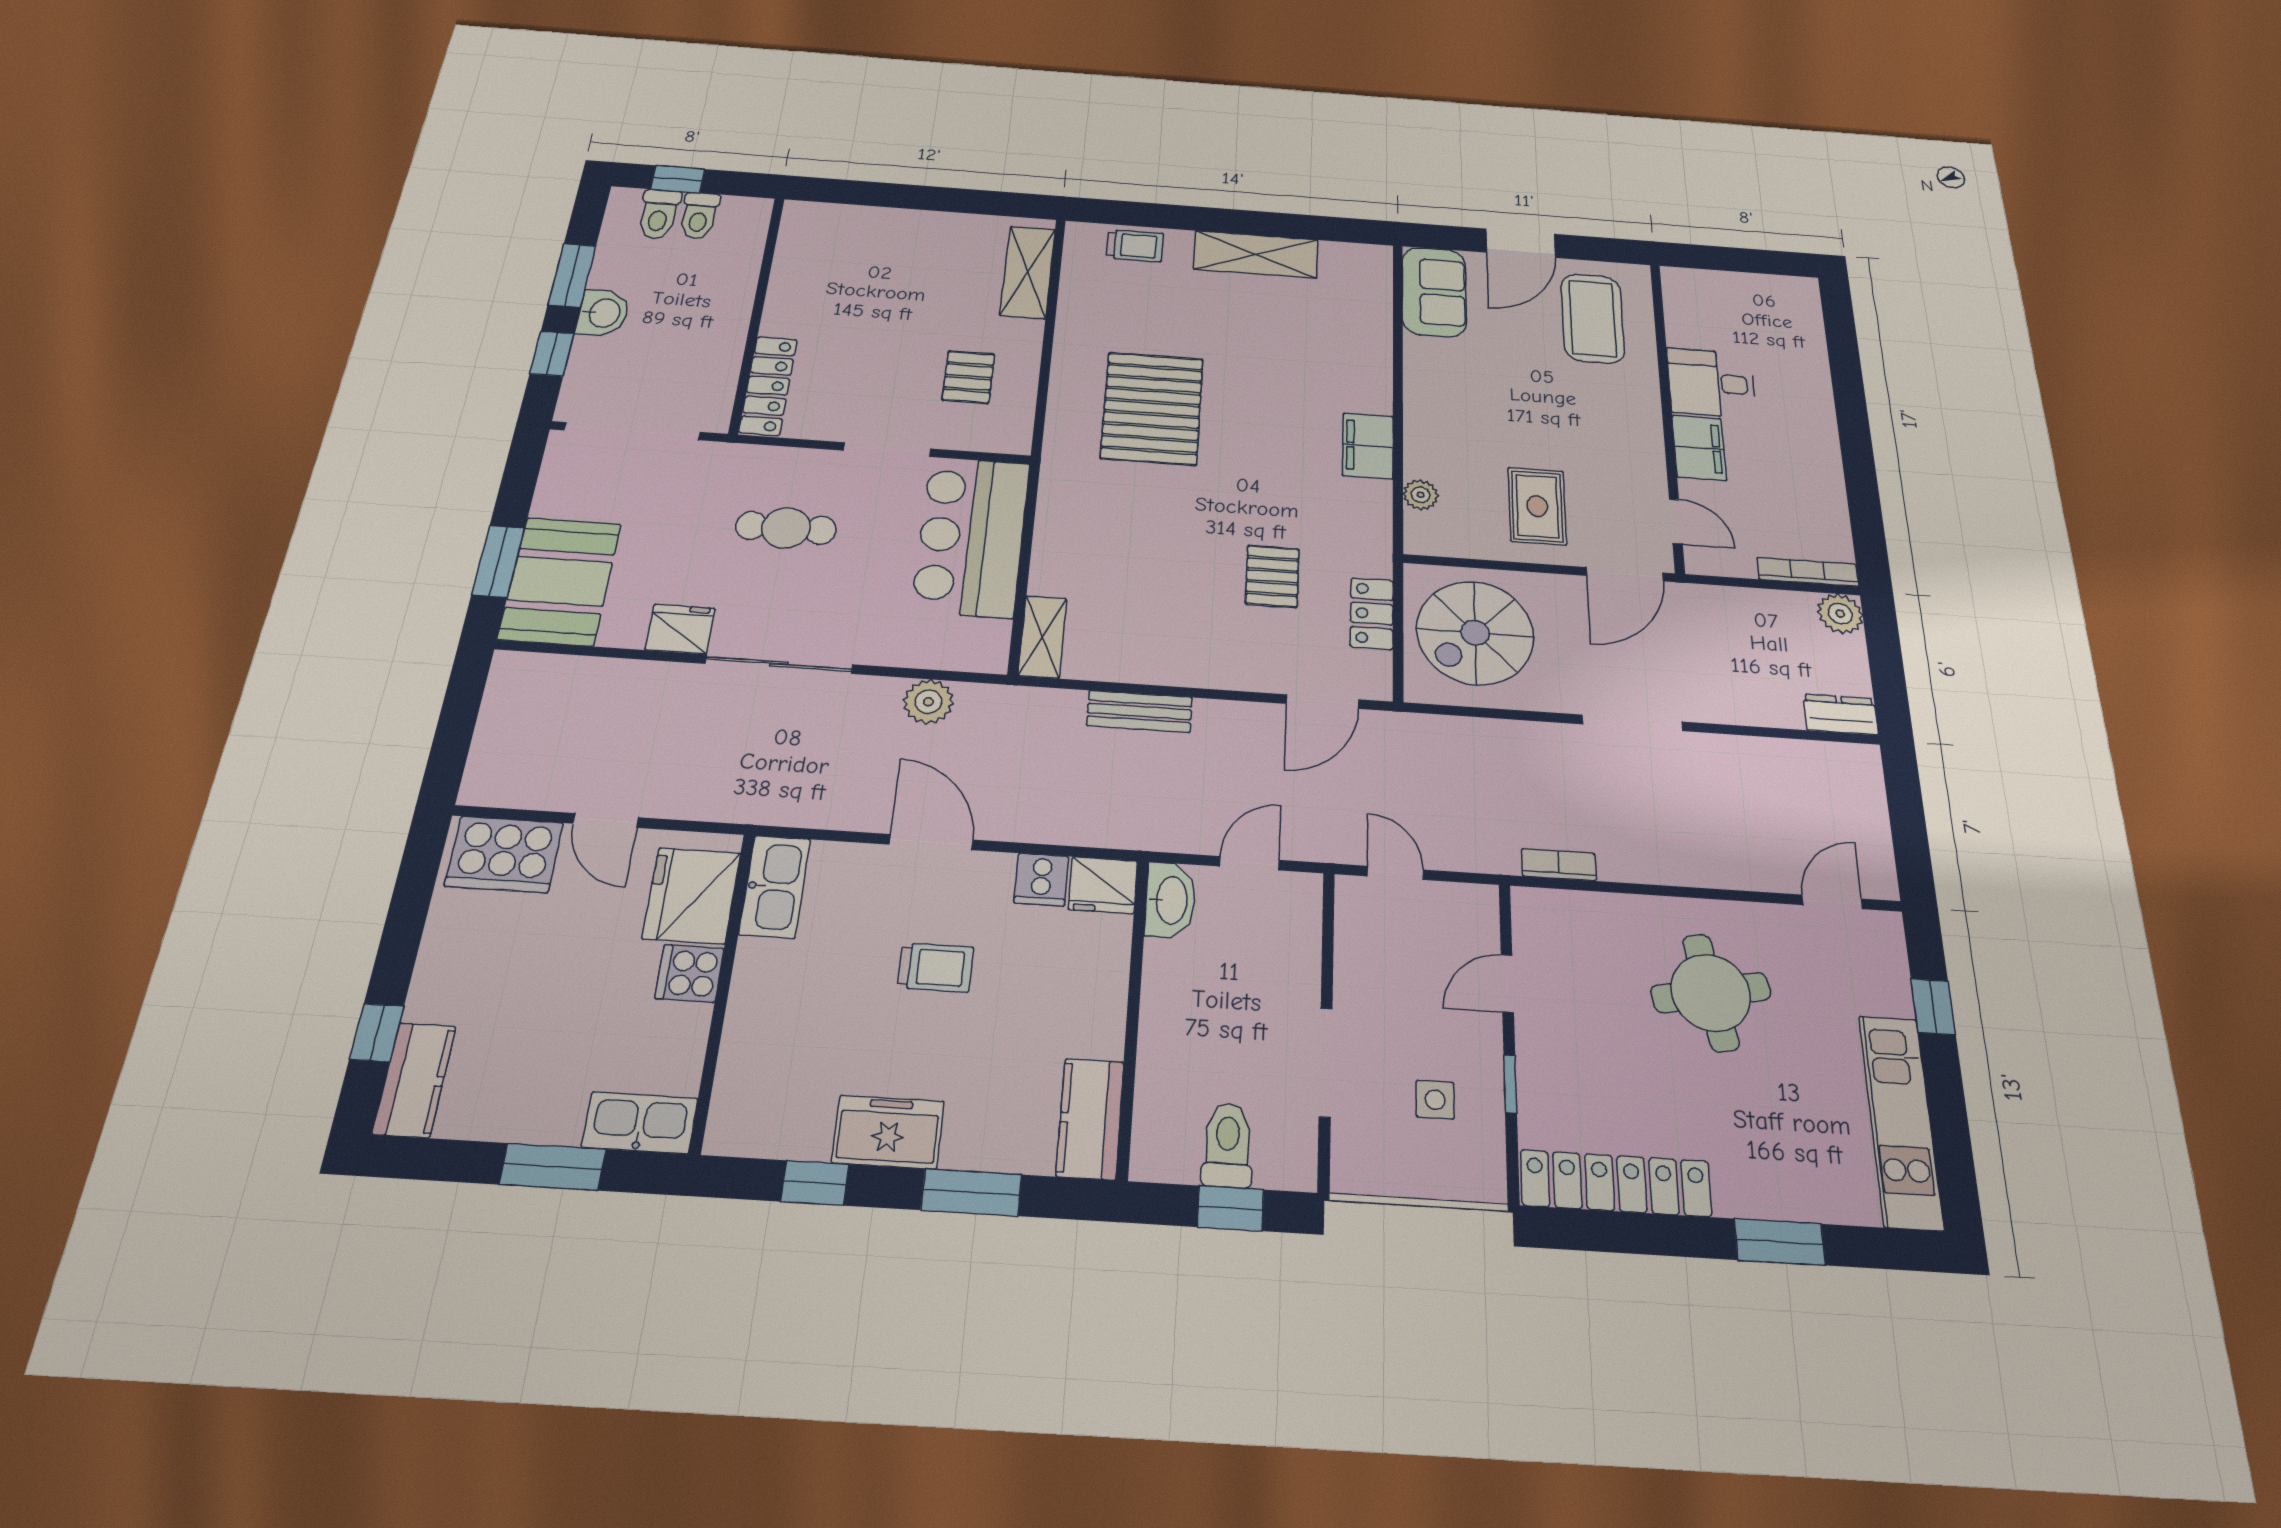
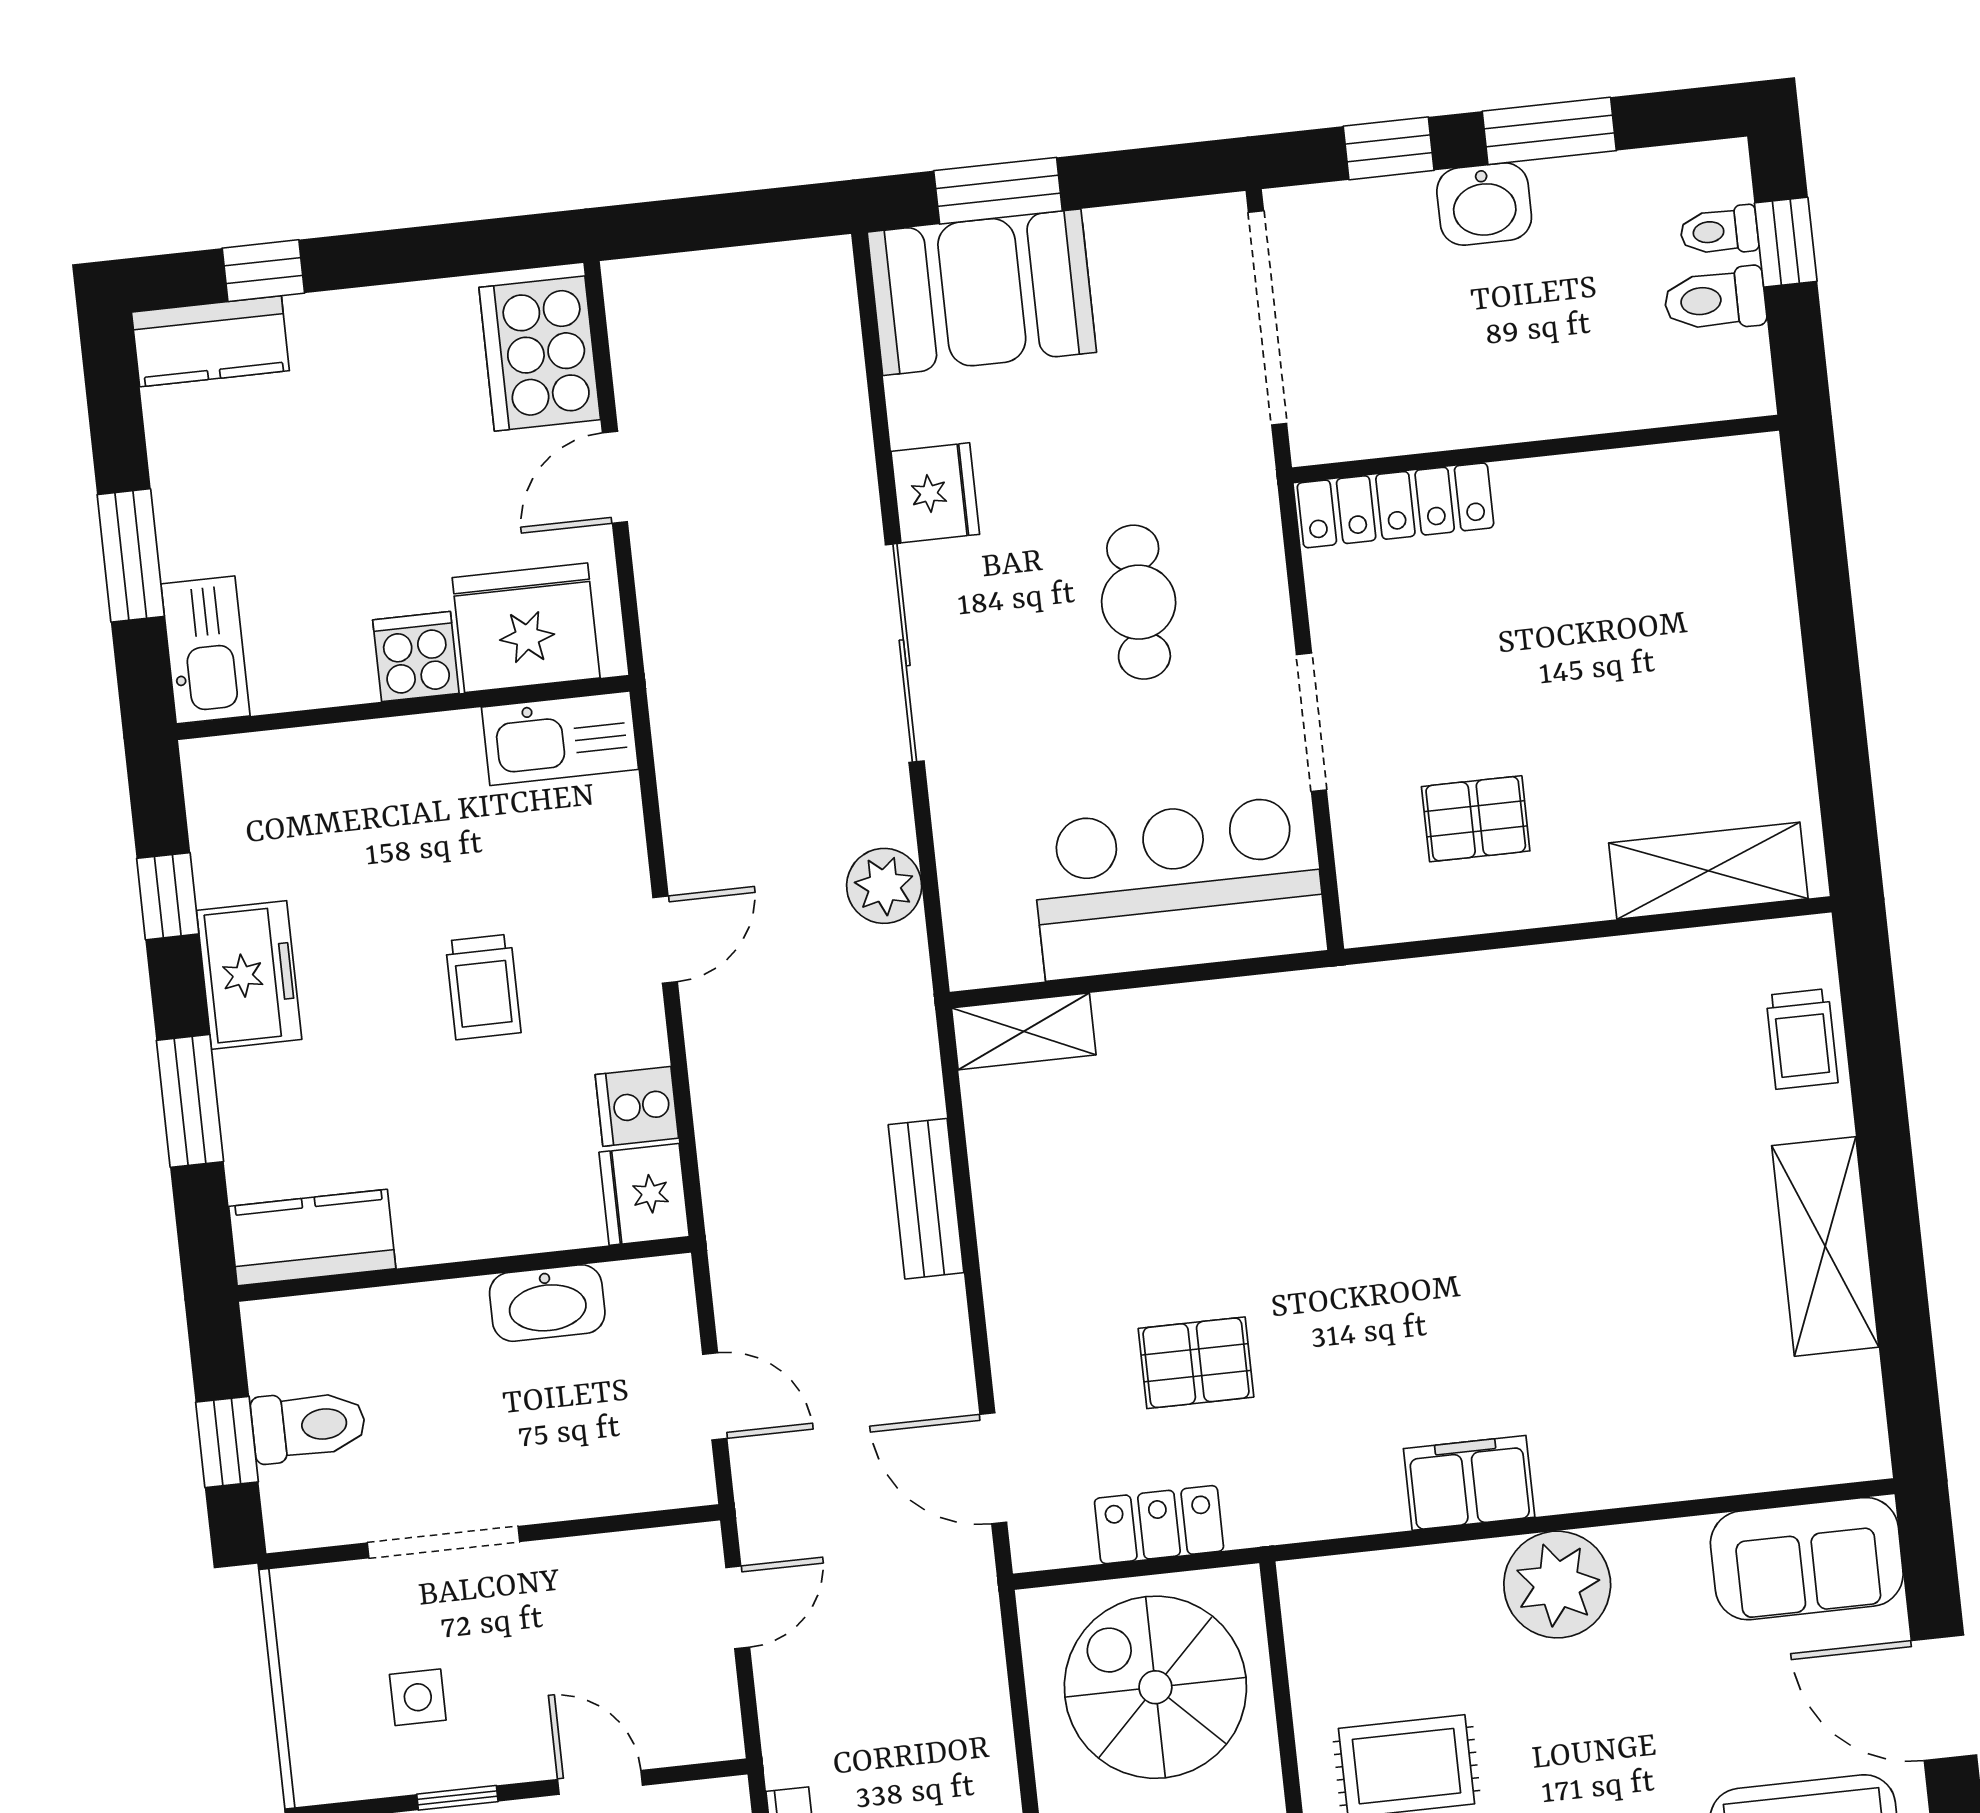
toilet: (659, 214) -> (1719, 231), width x0.73, depth x0.72
pallet: (1152, 408) -> (1474, 1125), removed
plant: (1421, 495) -> (1557, 1585), moved, width x1.87, depth x1.87
door: (931, 842) -> (665, 940), width x0.73
washbasin: (1170, 900) -> (547, 1303), moved

